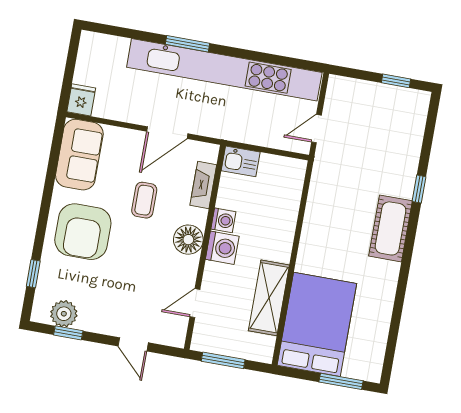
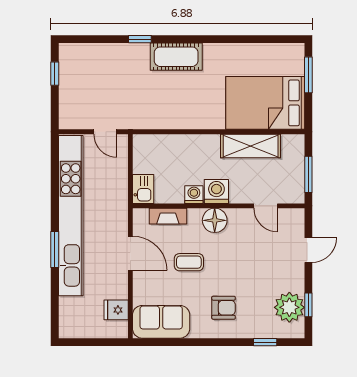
fridge: (81, 100) -> (116, 310), moved
armchair: (83, 232) -> (224, 308), width x0.53, depth x0.53
plant: (64, 314) -> (289, 307), width x1.36, depth x1.36

